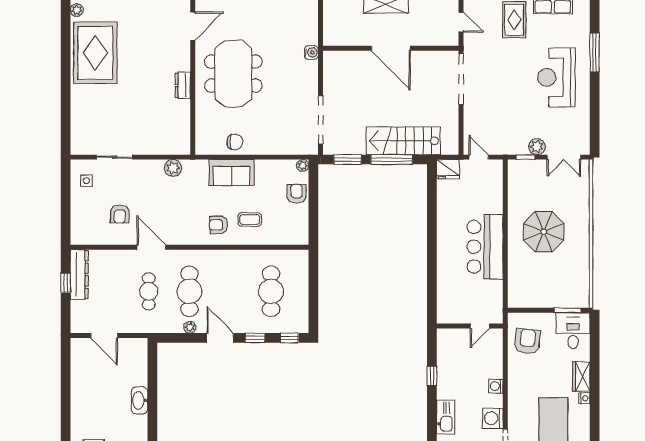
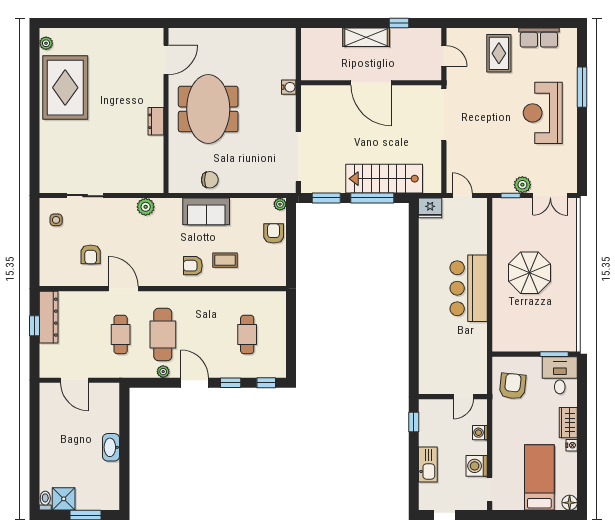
cafe table: (271, 291) -> (247, 334), width x0.73, depth x0.74
wall: (470, 326) -> (453, 397), moved
door: (480, 326) -> (463, 397), moved

